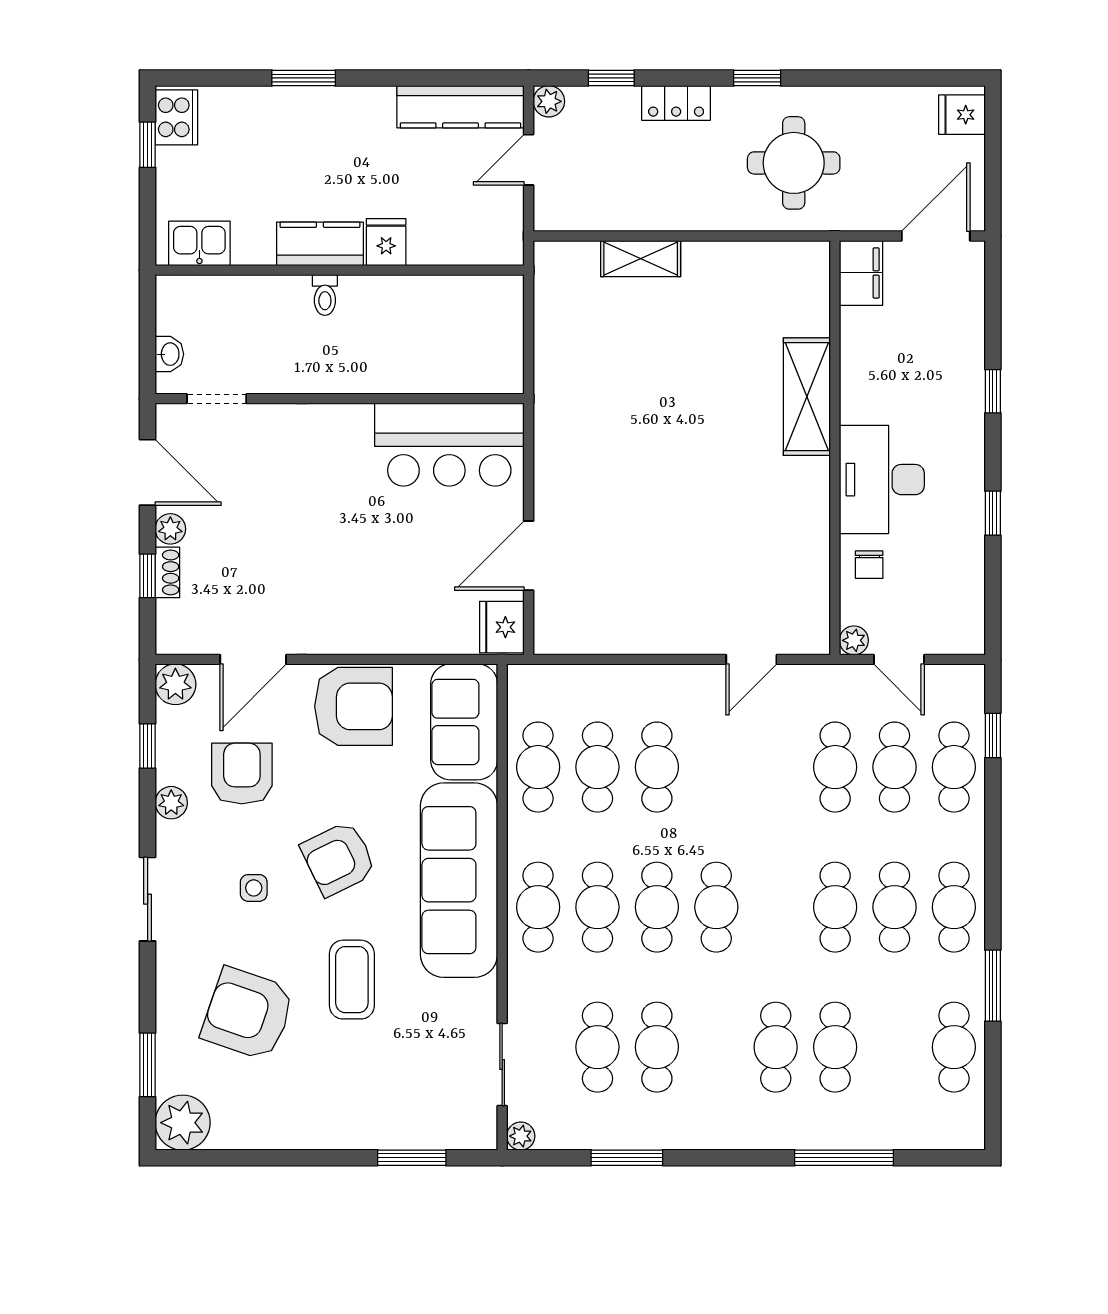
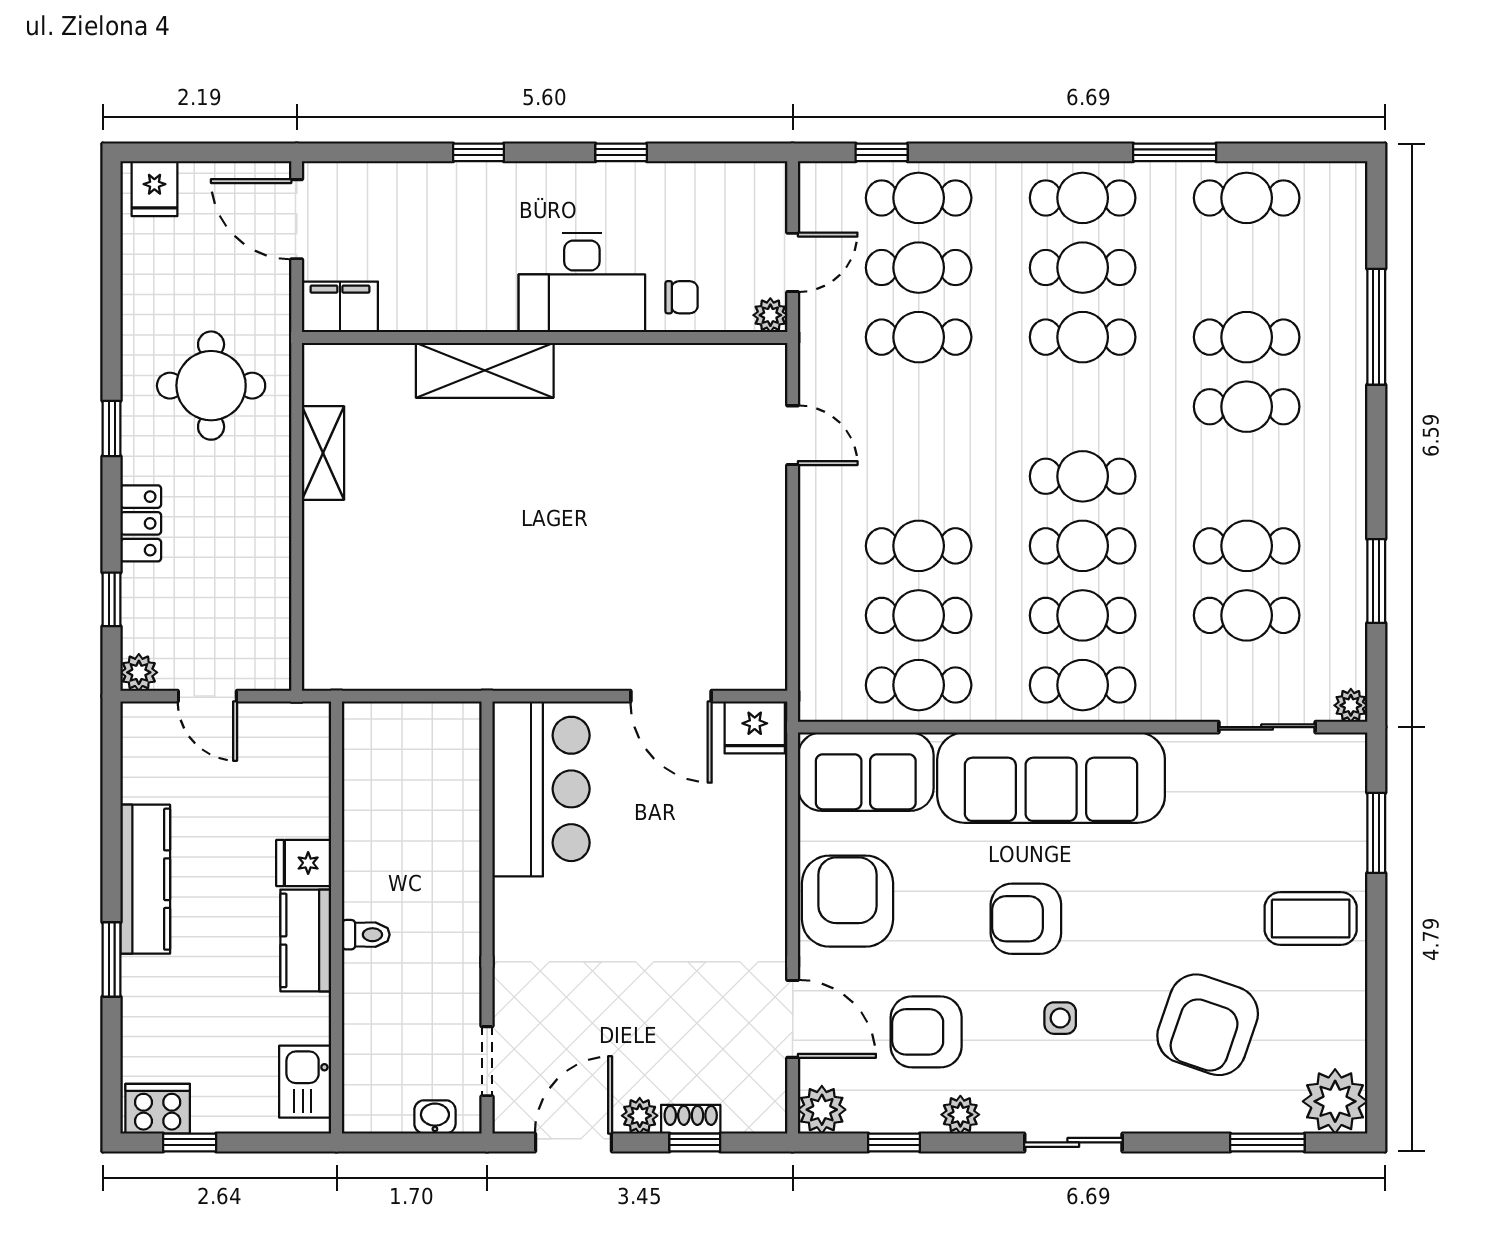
kitchen counter: (460, 107) -> (145, 879), moved
shelving: (641, 259) -> (323, 453), moved
armchair: (338, 859) -> (1026, 919), turned 116
coffee table: (352, 980) -> (1311, 918), moved

